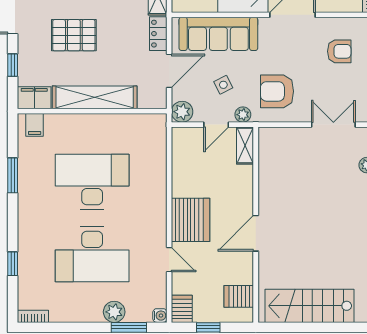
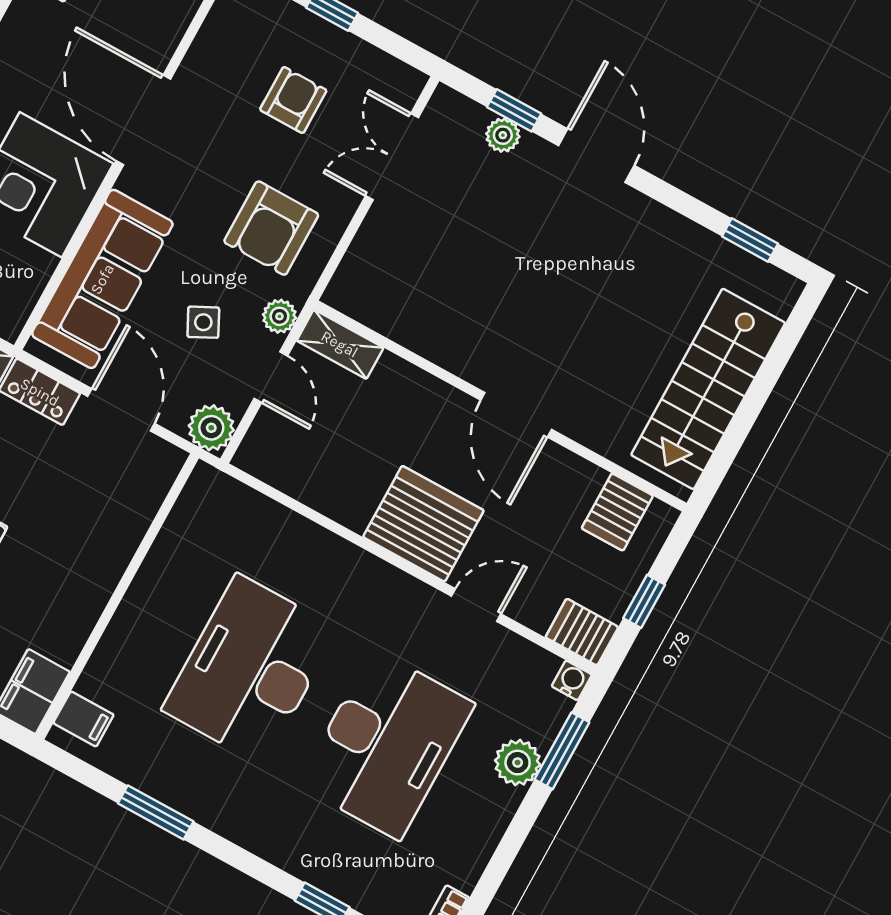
armchair: (339, 51) -> (293, 100), moved
shelving: (95, 97) -> (94, 577), removed

